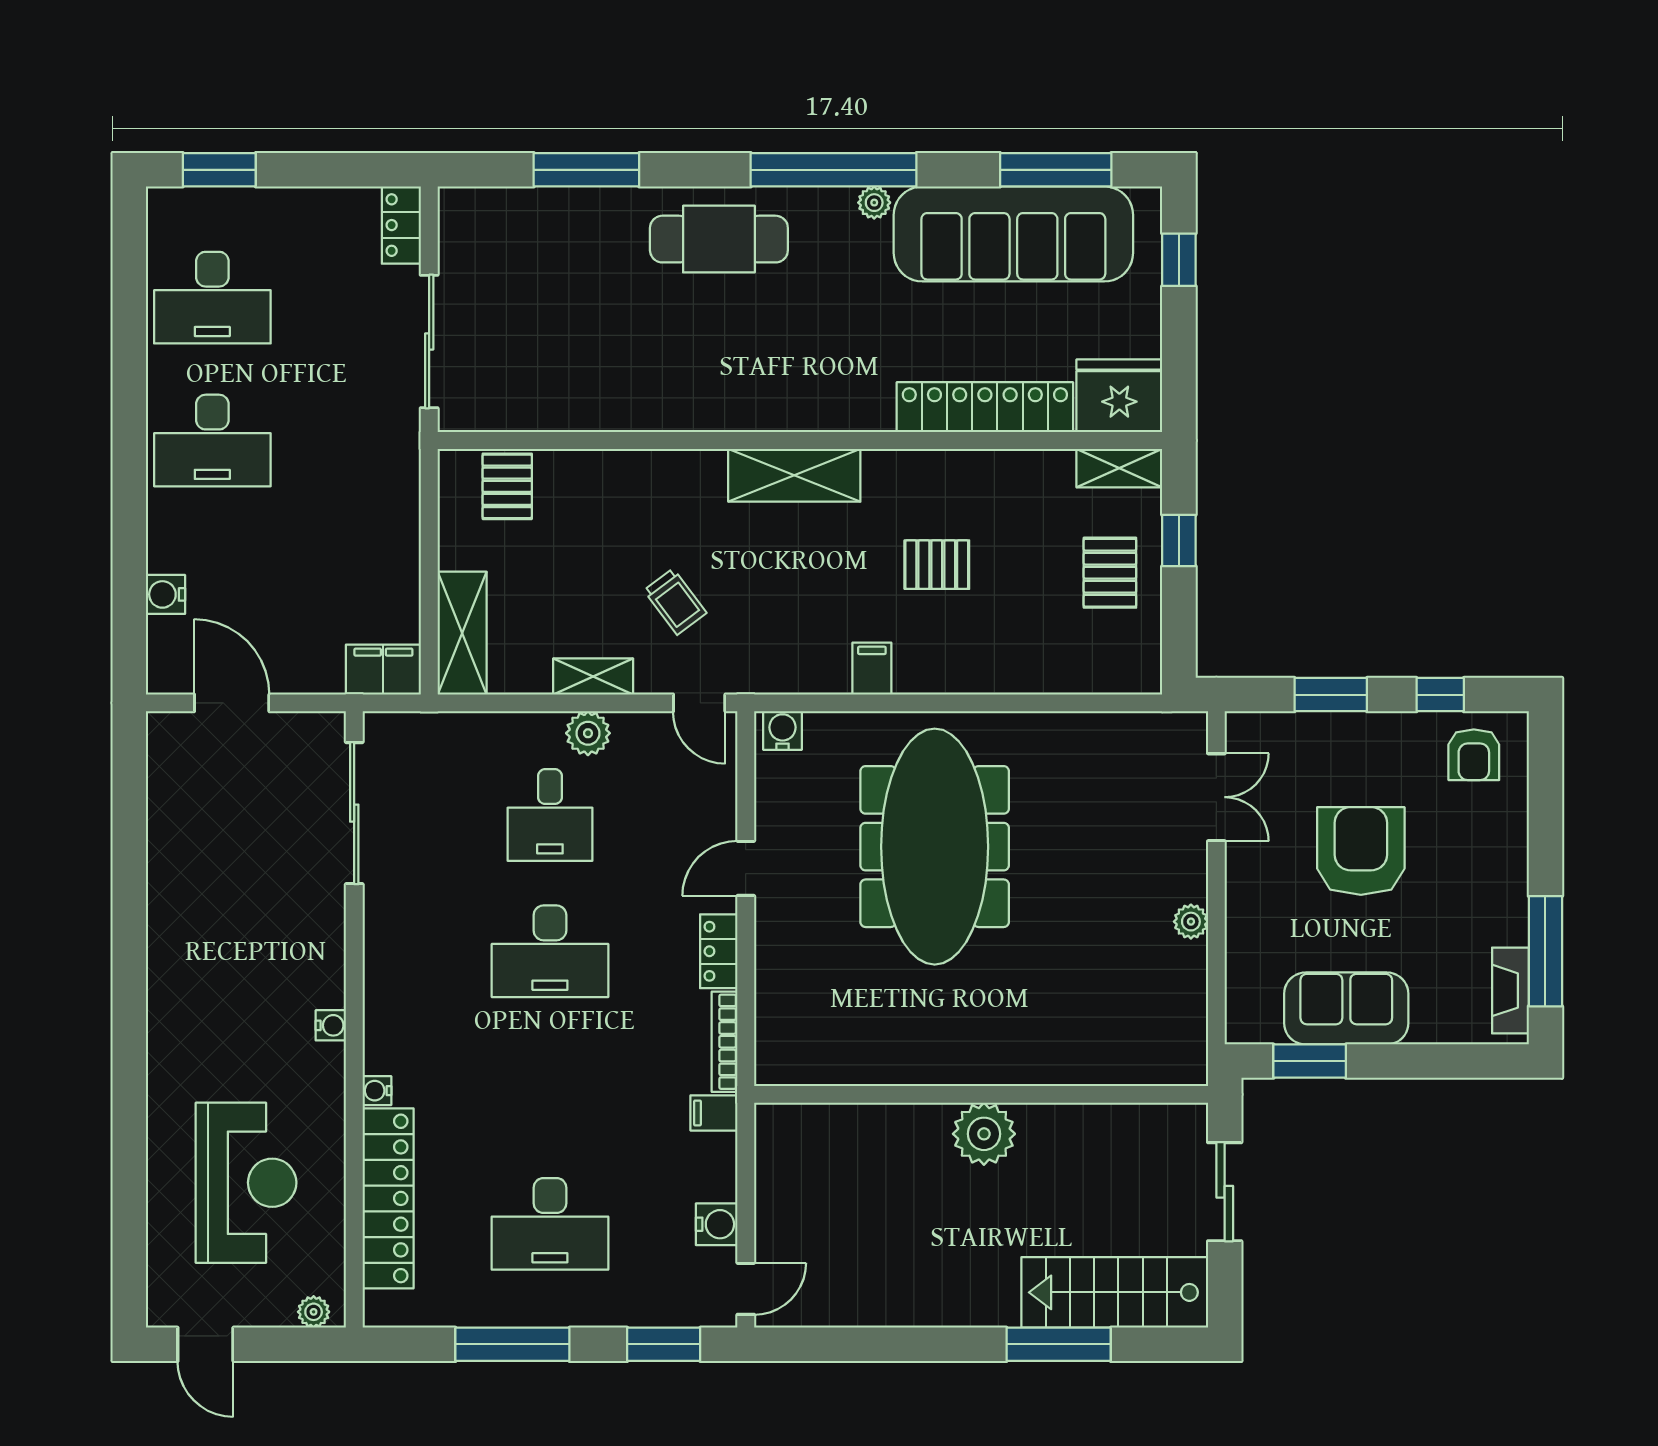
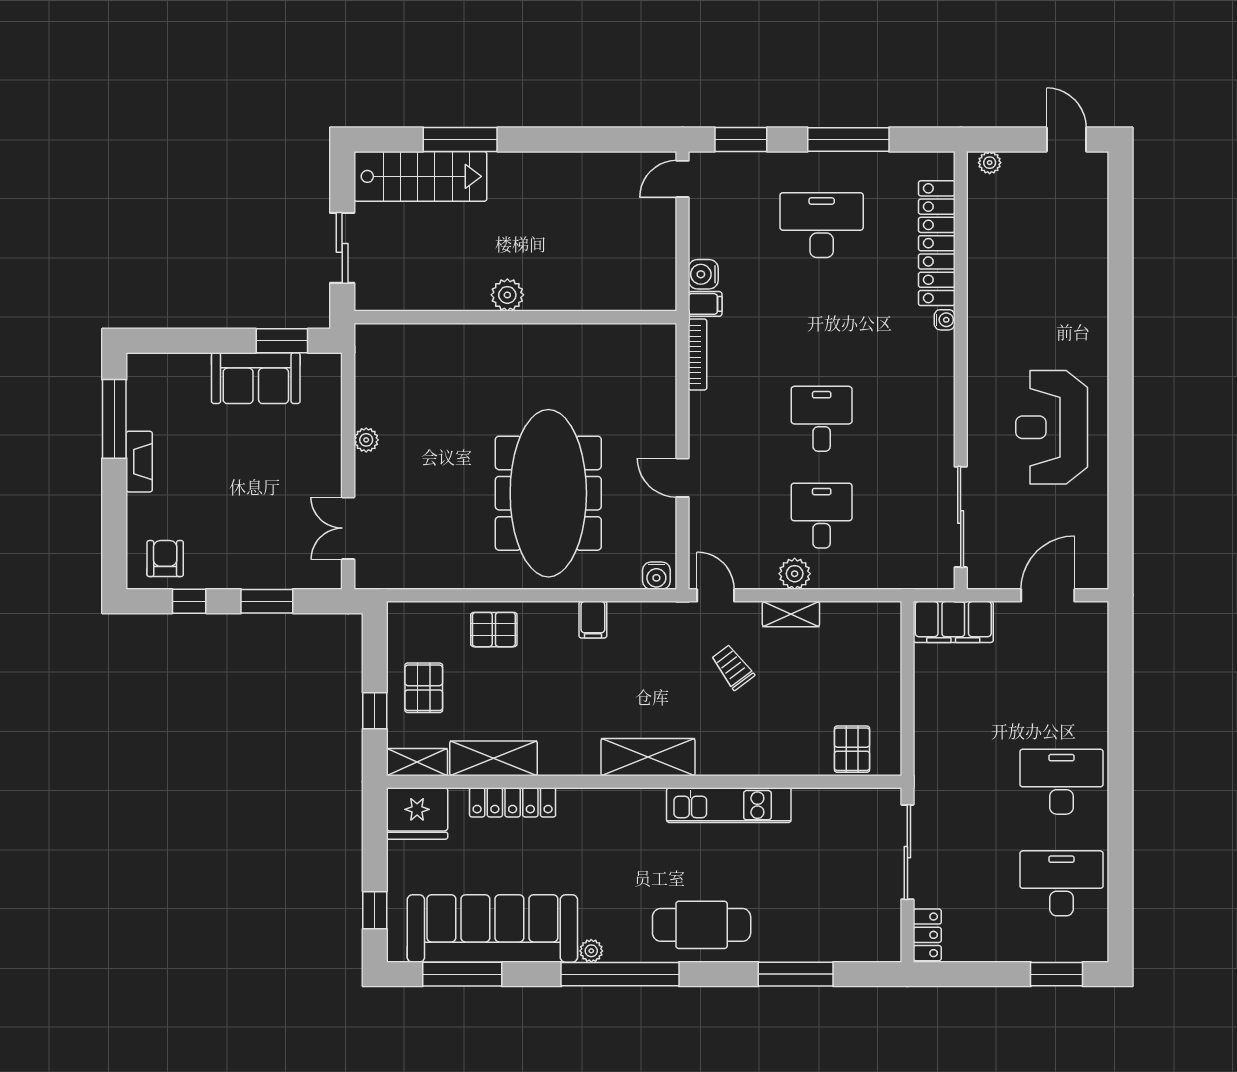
locker: (985, 407) -> (513, 802), width x0.71, depth x0.83
kitchen unit: (681, 408) -> (729, 805), added
pallet: (937, 565) -> (494, 630), moved
water cooler: (166, 594) -> (1095, 672), removed
shelving: (462, 633) -> (494, 758), moved, turned 90
filing cabinet: (383, 670) -> (953, 622), width x1.50, depth x1.17
door: (232, 703) -> (1048, 595), swing flipped
armchair: (1361, 851) -> (245, 490), removed
door: (746, 868) -> (683, 478), swing flipped
desk: (550, 951) -> (822, 419), width x0.73
locker: (719, 951) -> (702, 419), removed
fireplace: (1510, 990) -> (139, 462), moved
water cooler: (331, 1025) -> (977, 366), removed
plant: (984, 1134) -> (507, 295), width x0.73, depth x0.73
reception desk: (246, 1183) -> (1052, 427), moved
water cooler: (717, 1224) -> (703, 274), moved

